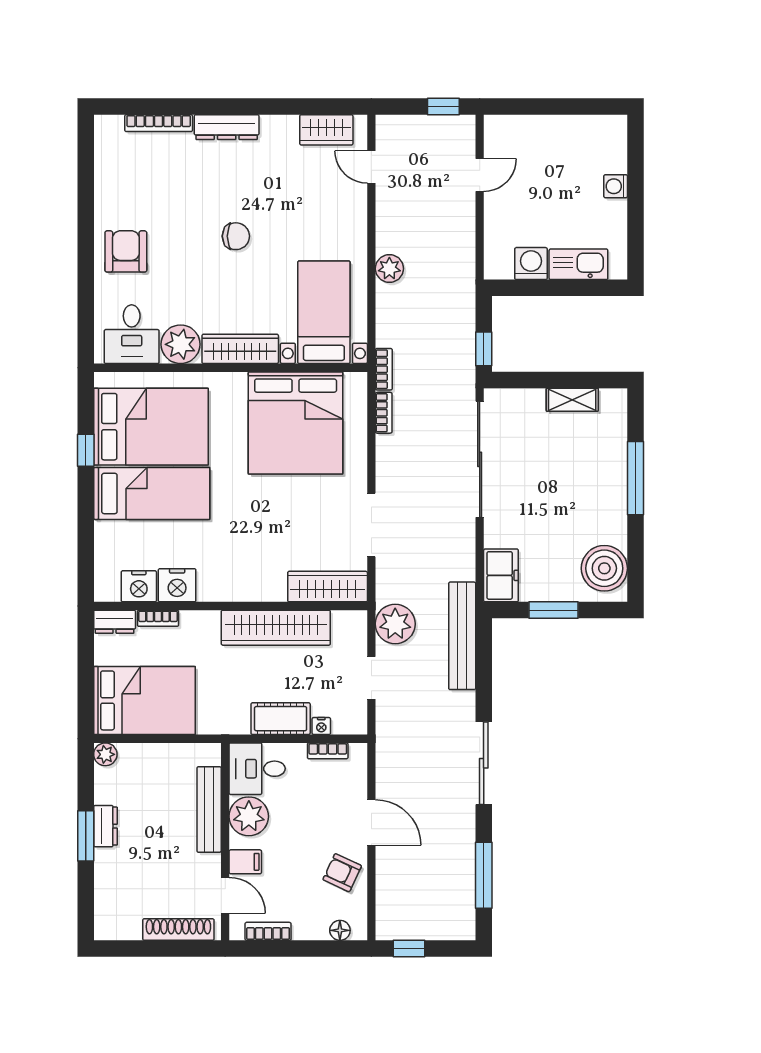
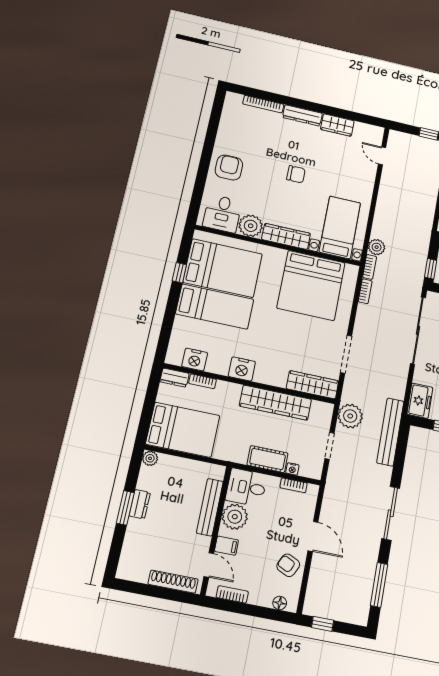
wardrobe: (326, 130) -> (337, 125), moved
plant: (389, 269) -> (377, 247), moved
nightstand: (177, 585) -> (242, 369), moved

